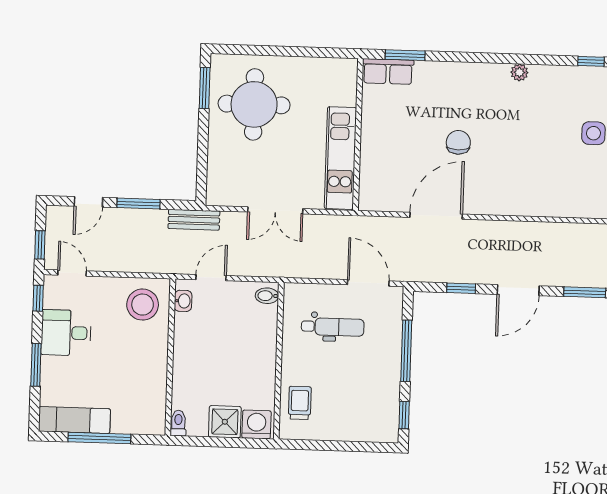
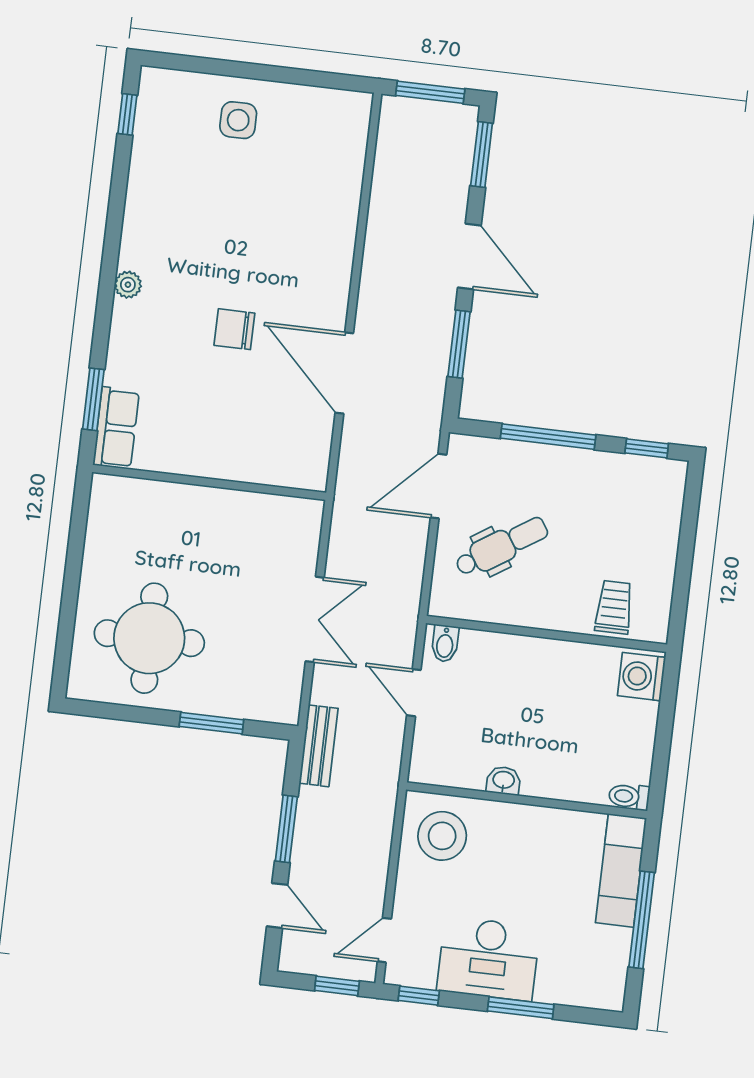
plant: (519, 72) -> (128, 285), moved
window: (205, 88) -> (211, 723), moved
kitchen unit: (340, 158) -> (243, 512), removed
door: (211, 278) -> (414, 693), moved
window: (461, 288) -> (459, 344), width x1.50
washbasin: (183, 301) -> (504, 781), moved
dental chair: (333, 327) -> (502, 547), turned 57
desk: (66, 333) -> (488, 959), width x1.37
trolley: (300, 403) -> (614, 607), turned 90
exam couch: (74, 420) -> (621, 870), moved
shower: (225, 422) -> (633, 725), removed

